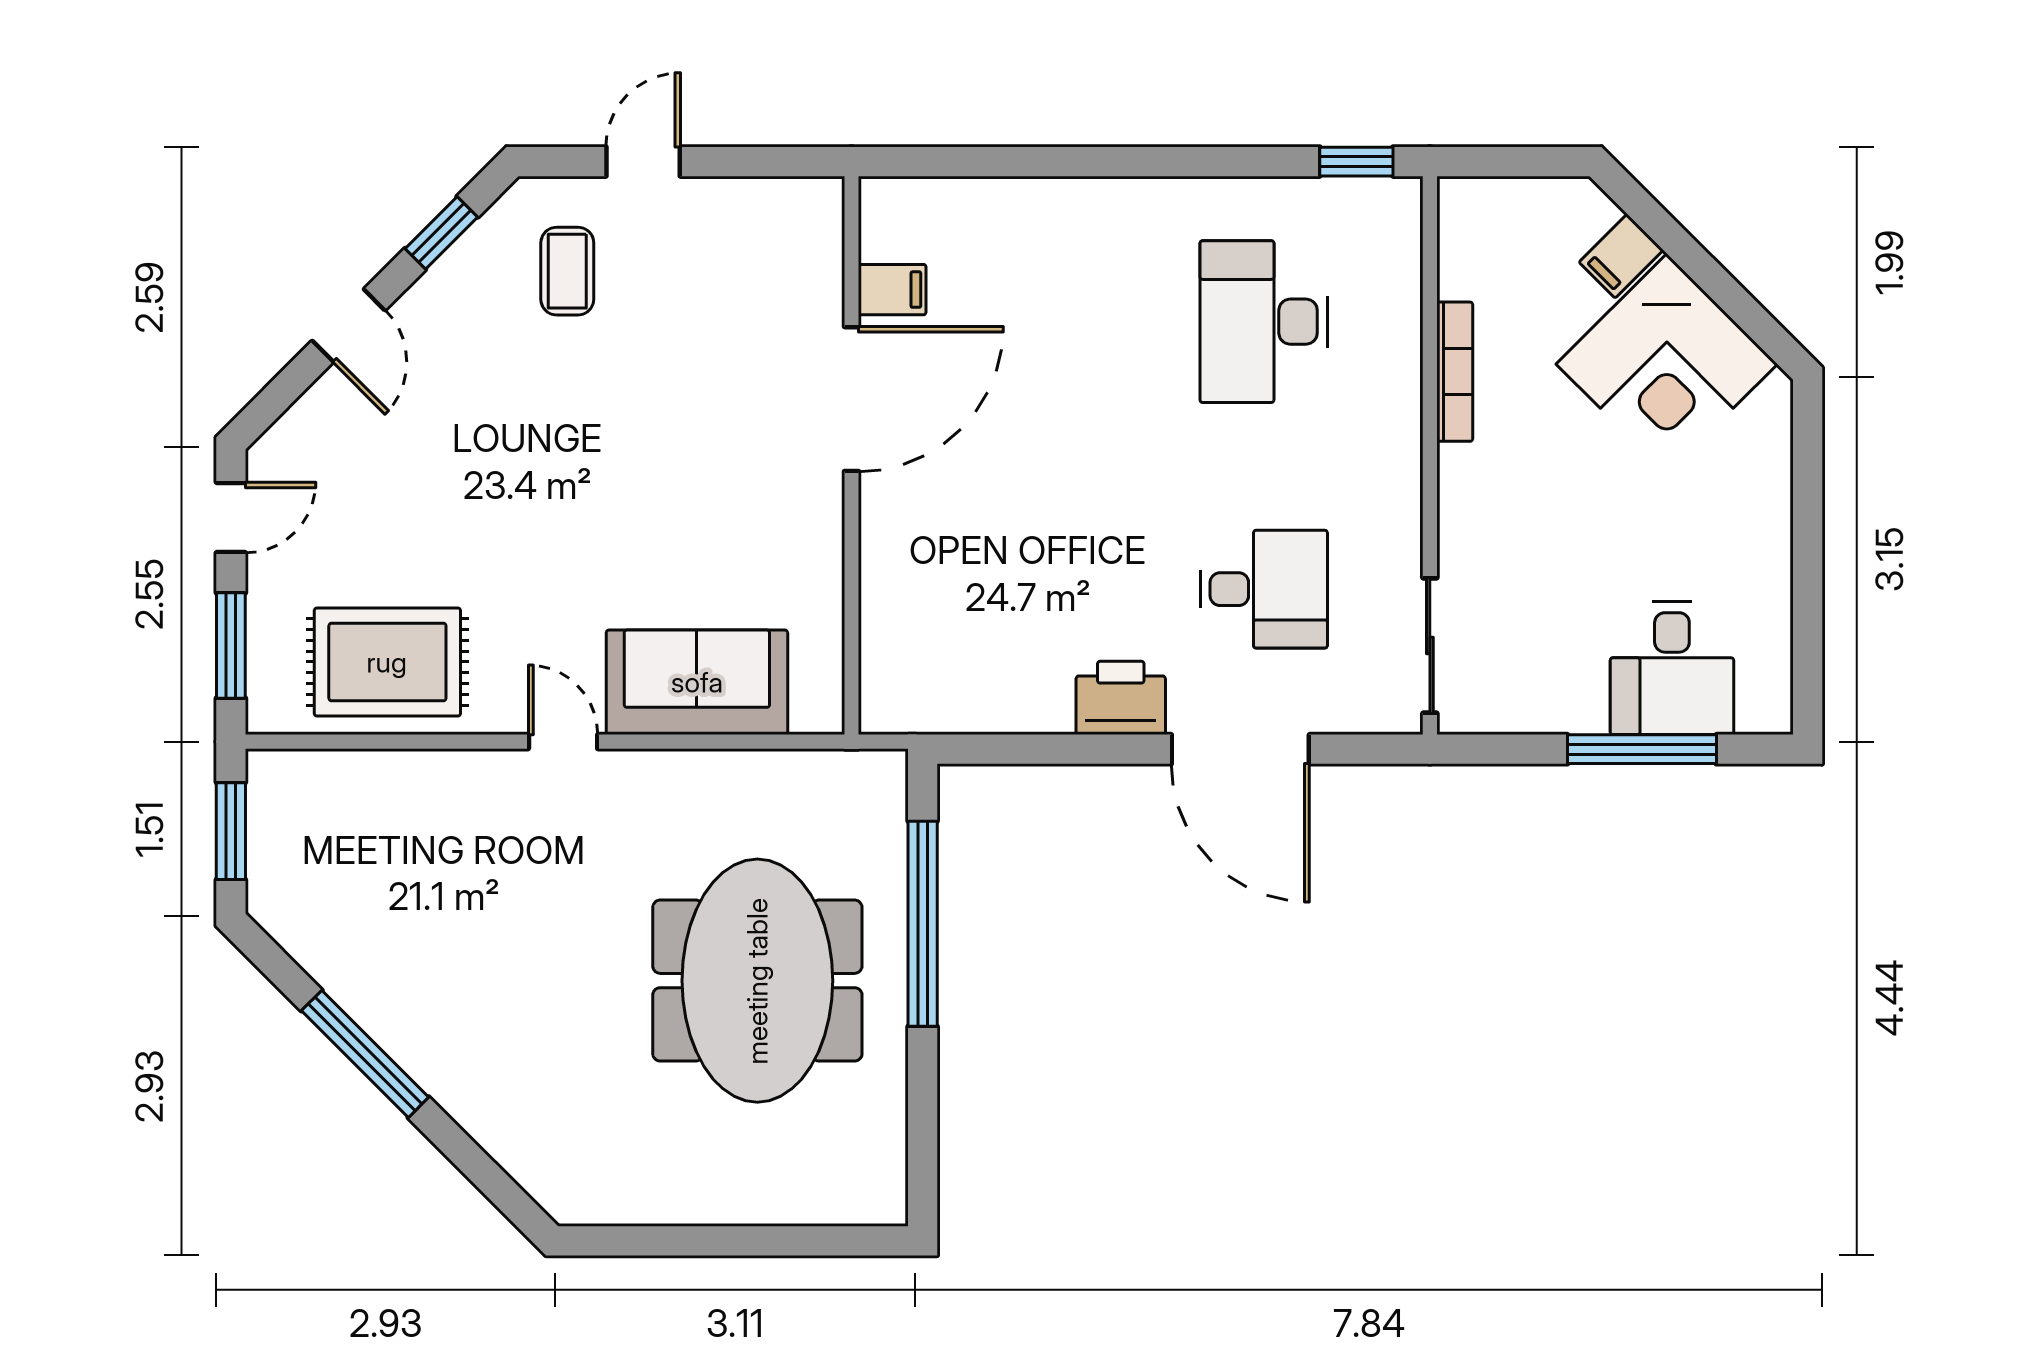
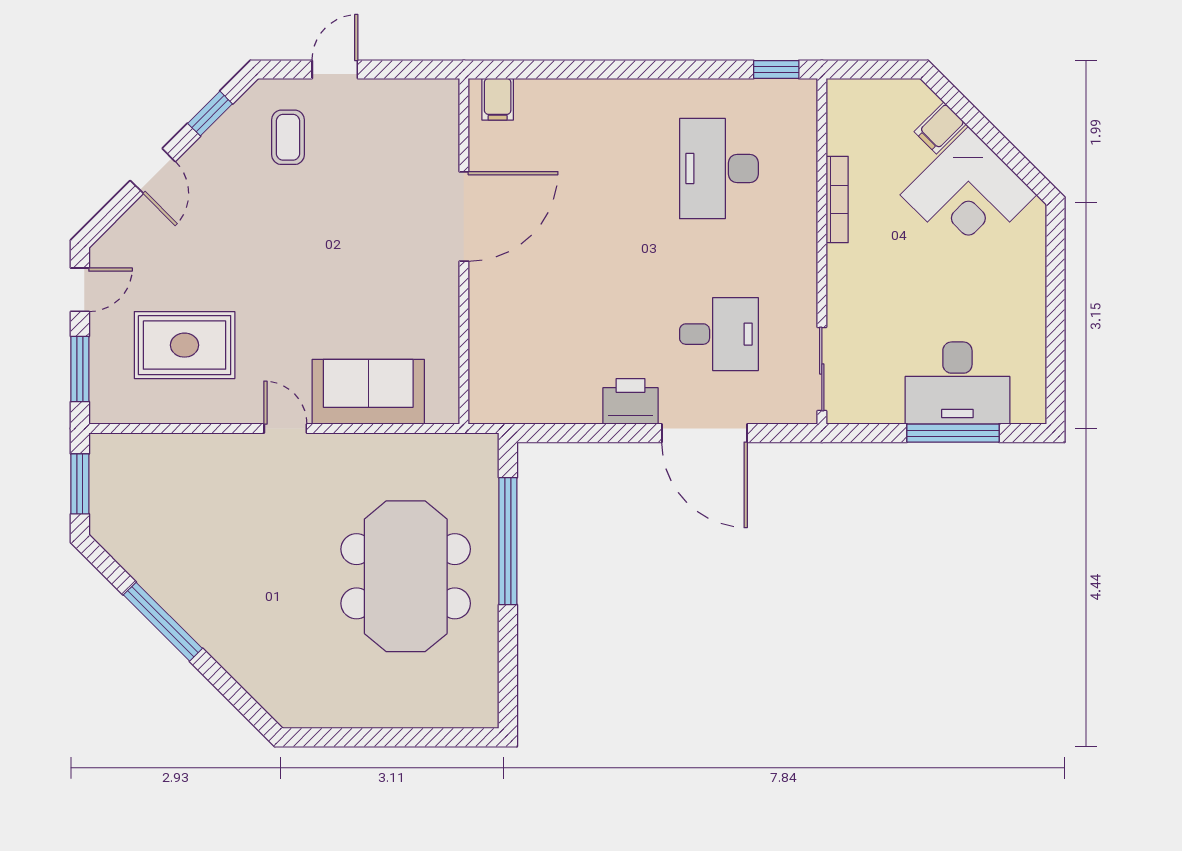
filing cabinet: (892, 290) -> (498, 99), moved, turned 90
rug: (387, 662) -> (185, 345), moved
desk: (1672, 668) -> (957, 383), width x1.37

